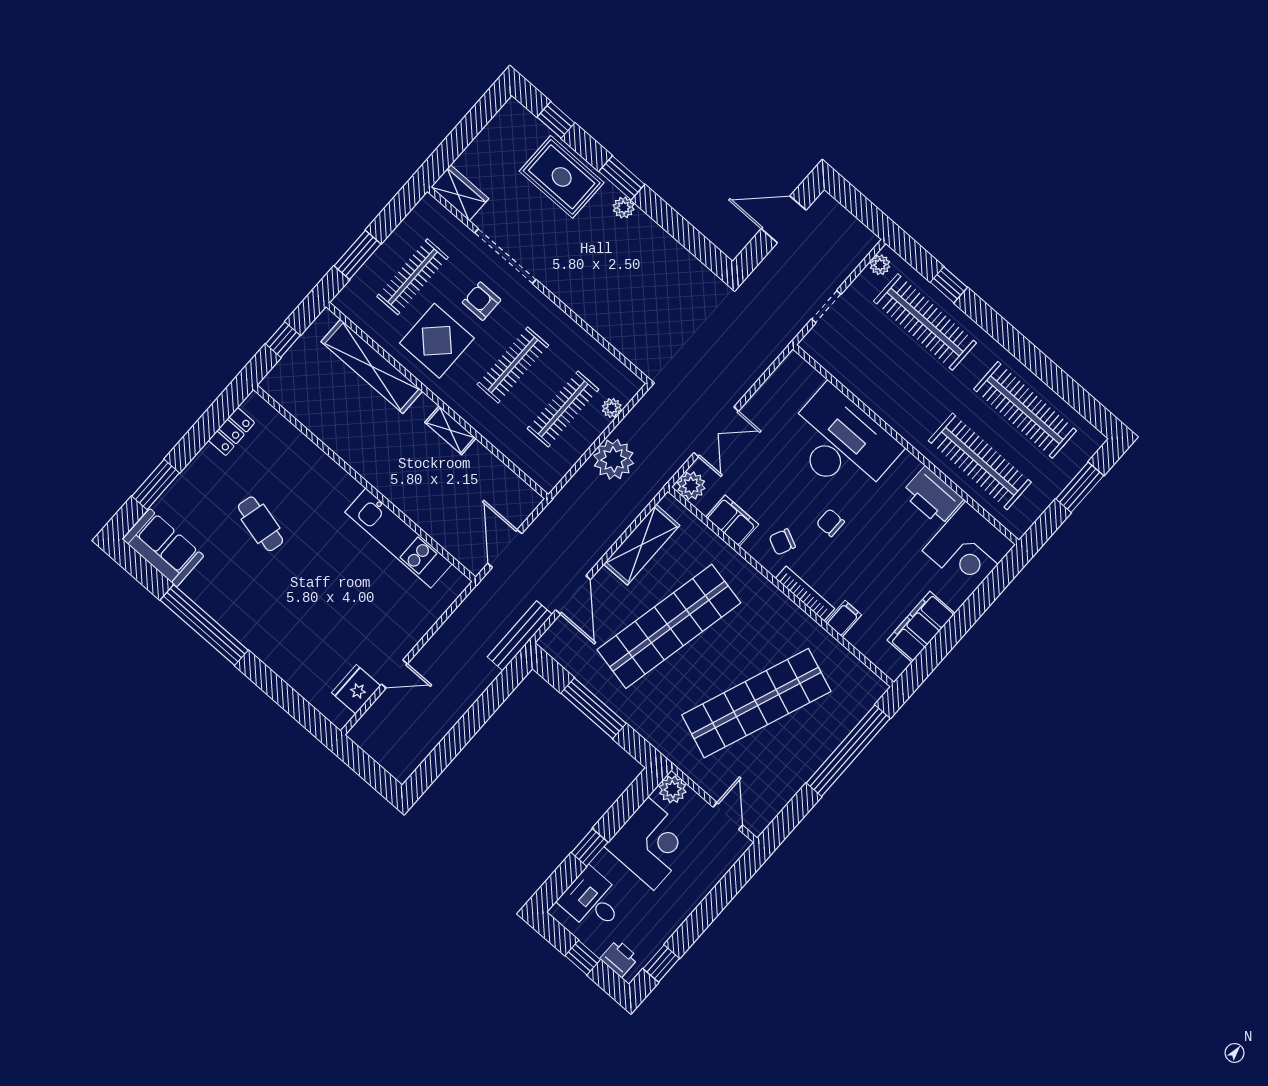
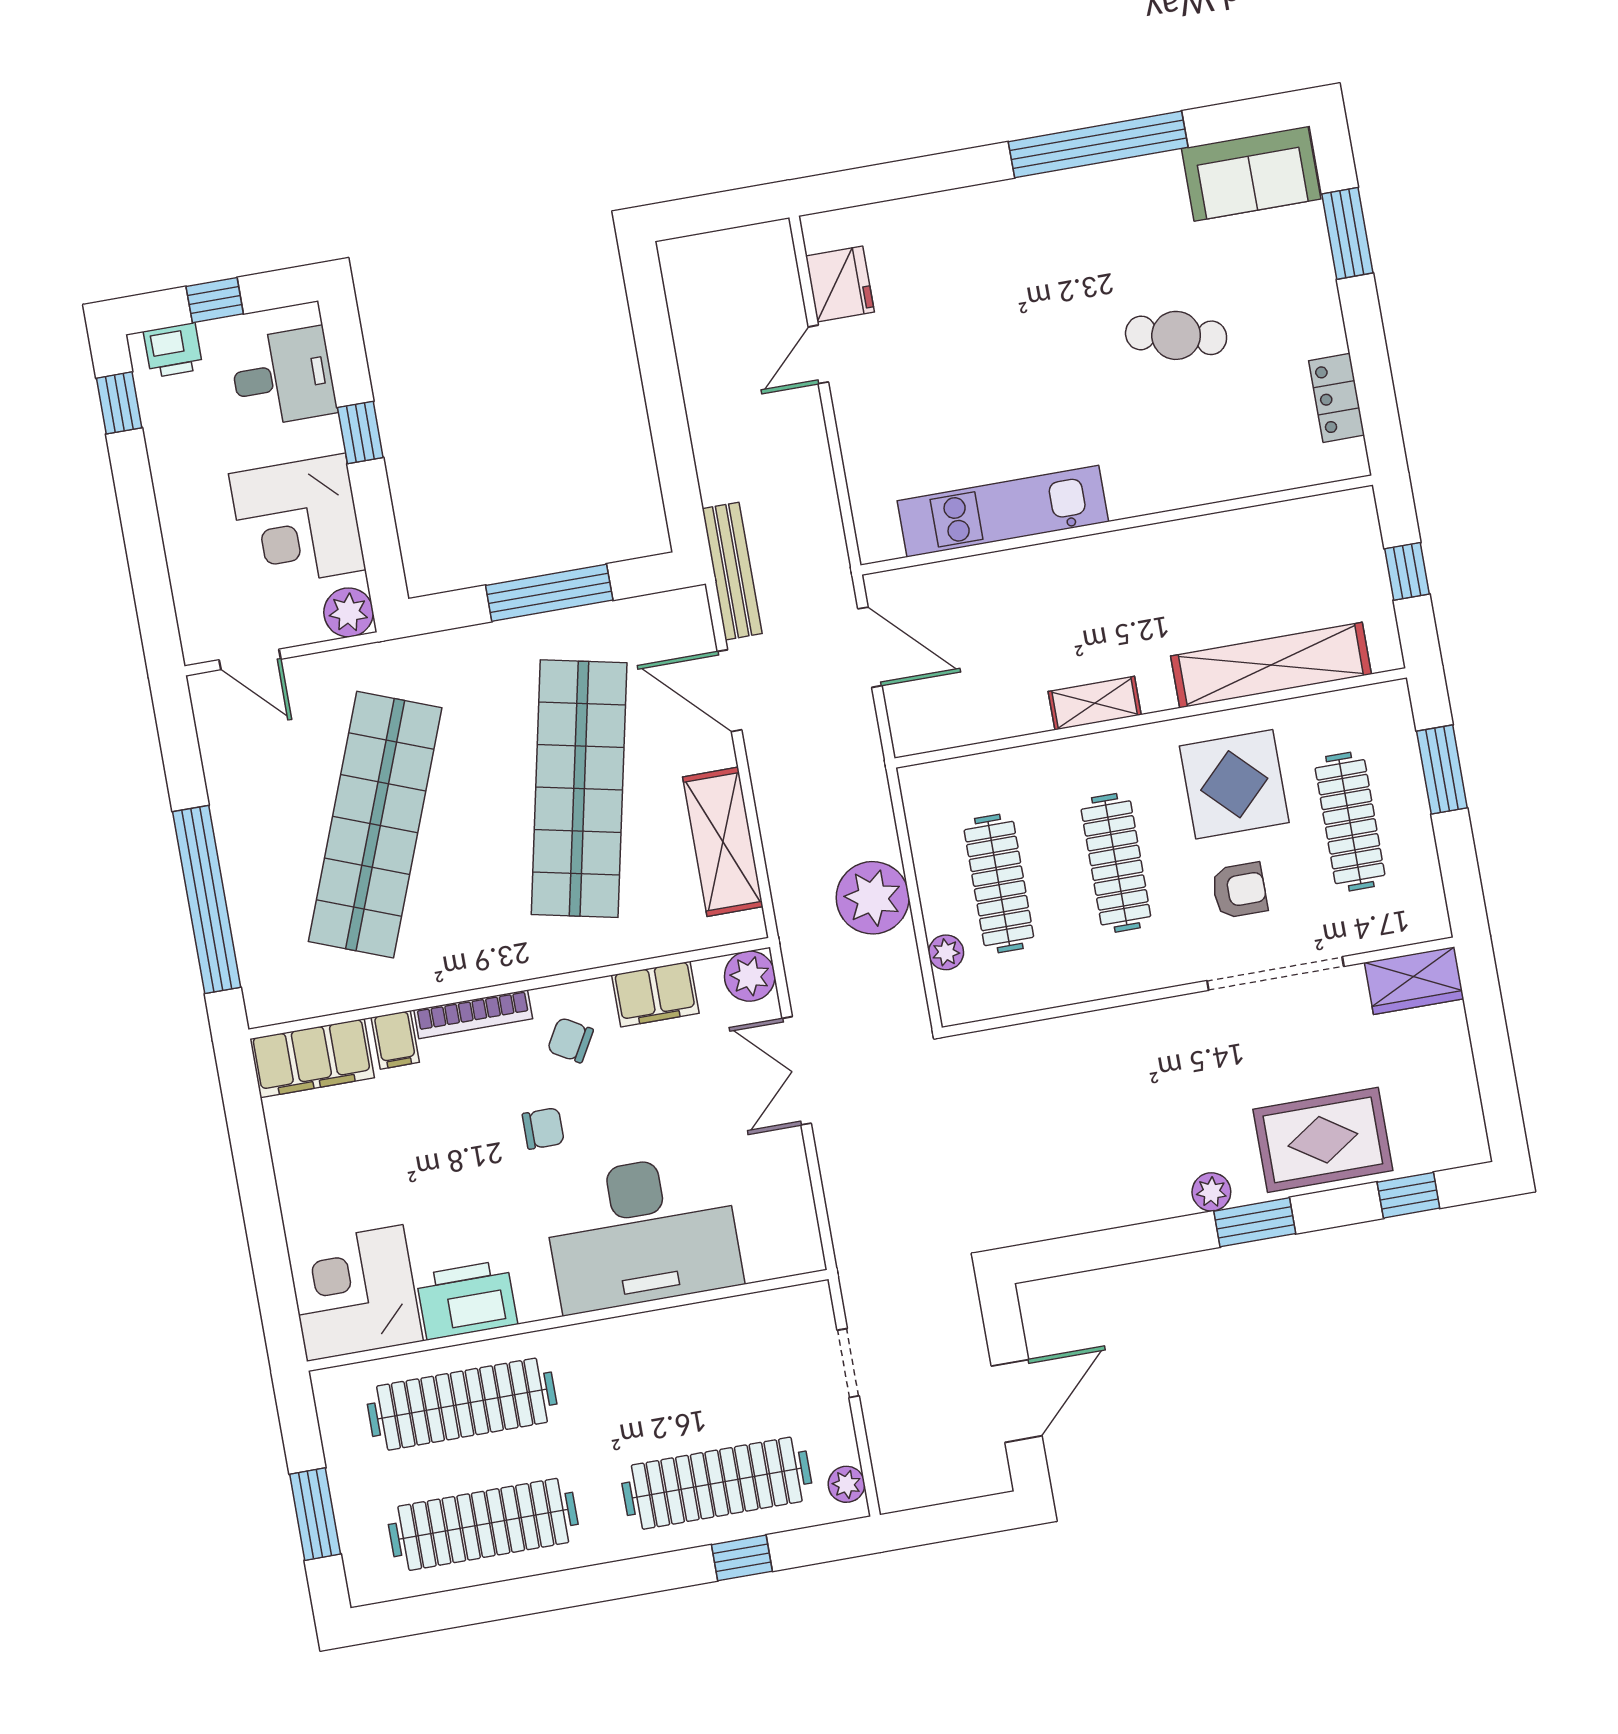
chair: (782, 542) -> (570, 1040), turned -85
filing cabinet: (921, 627) -> (312, 1058), moved, turned 90

